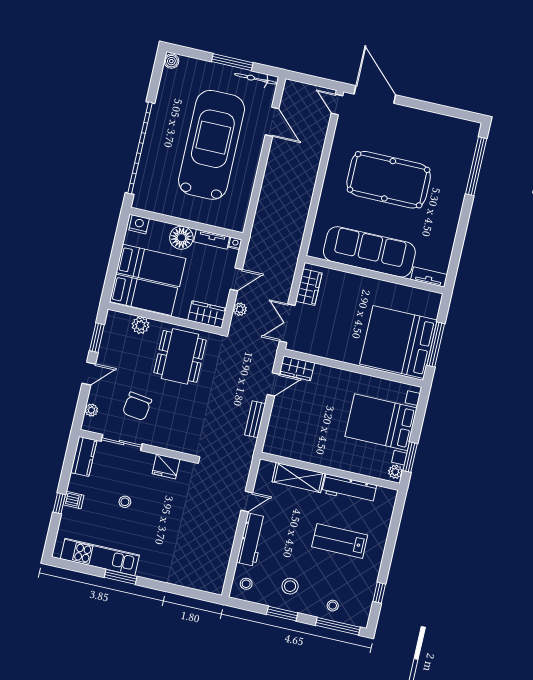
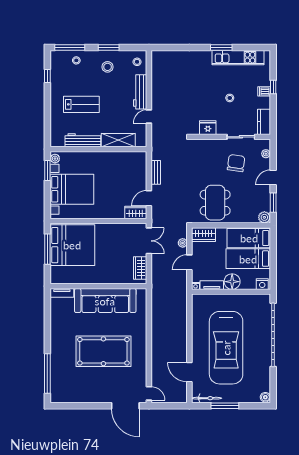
plant: (140, 325) -> (264, 217), moved

